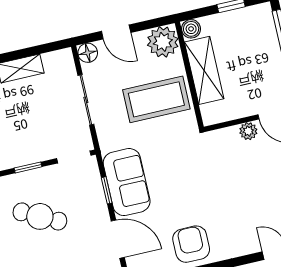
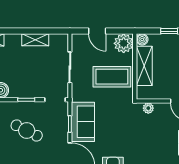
floor lamp: (88, 53) -> (77, 40), removed
plant: (248, 131) -> (148, 108), moved

